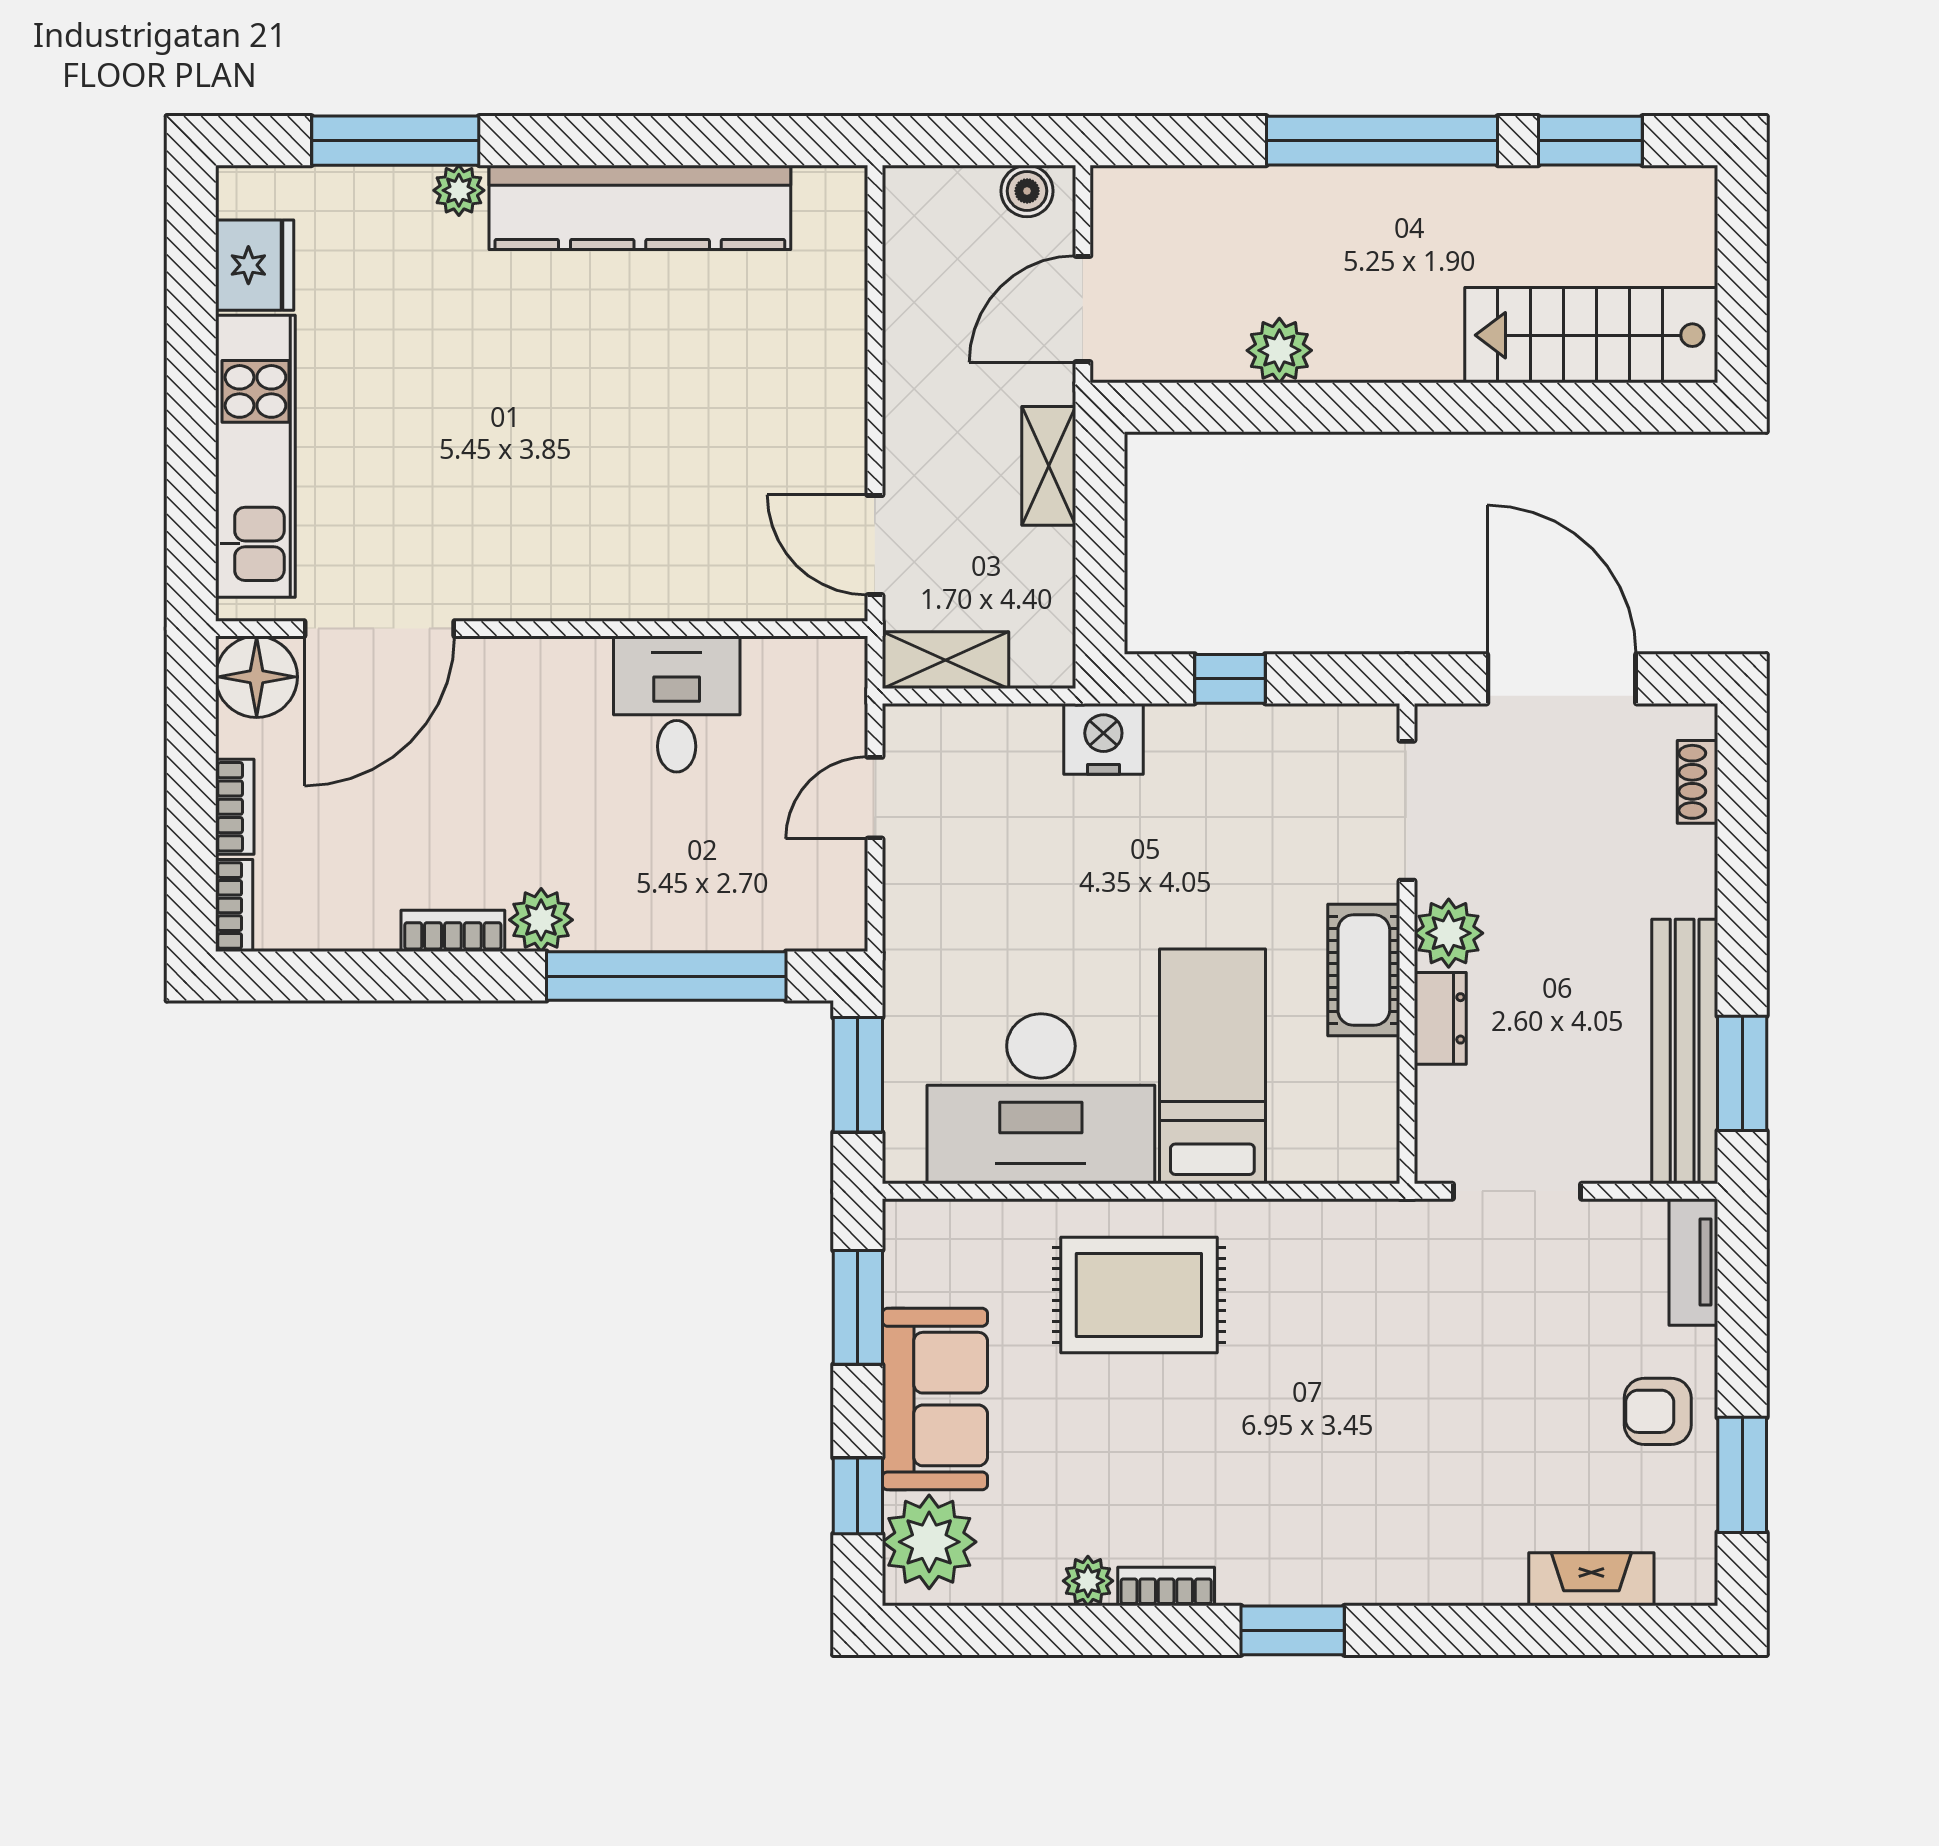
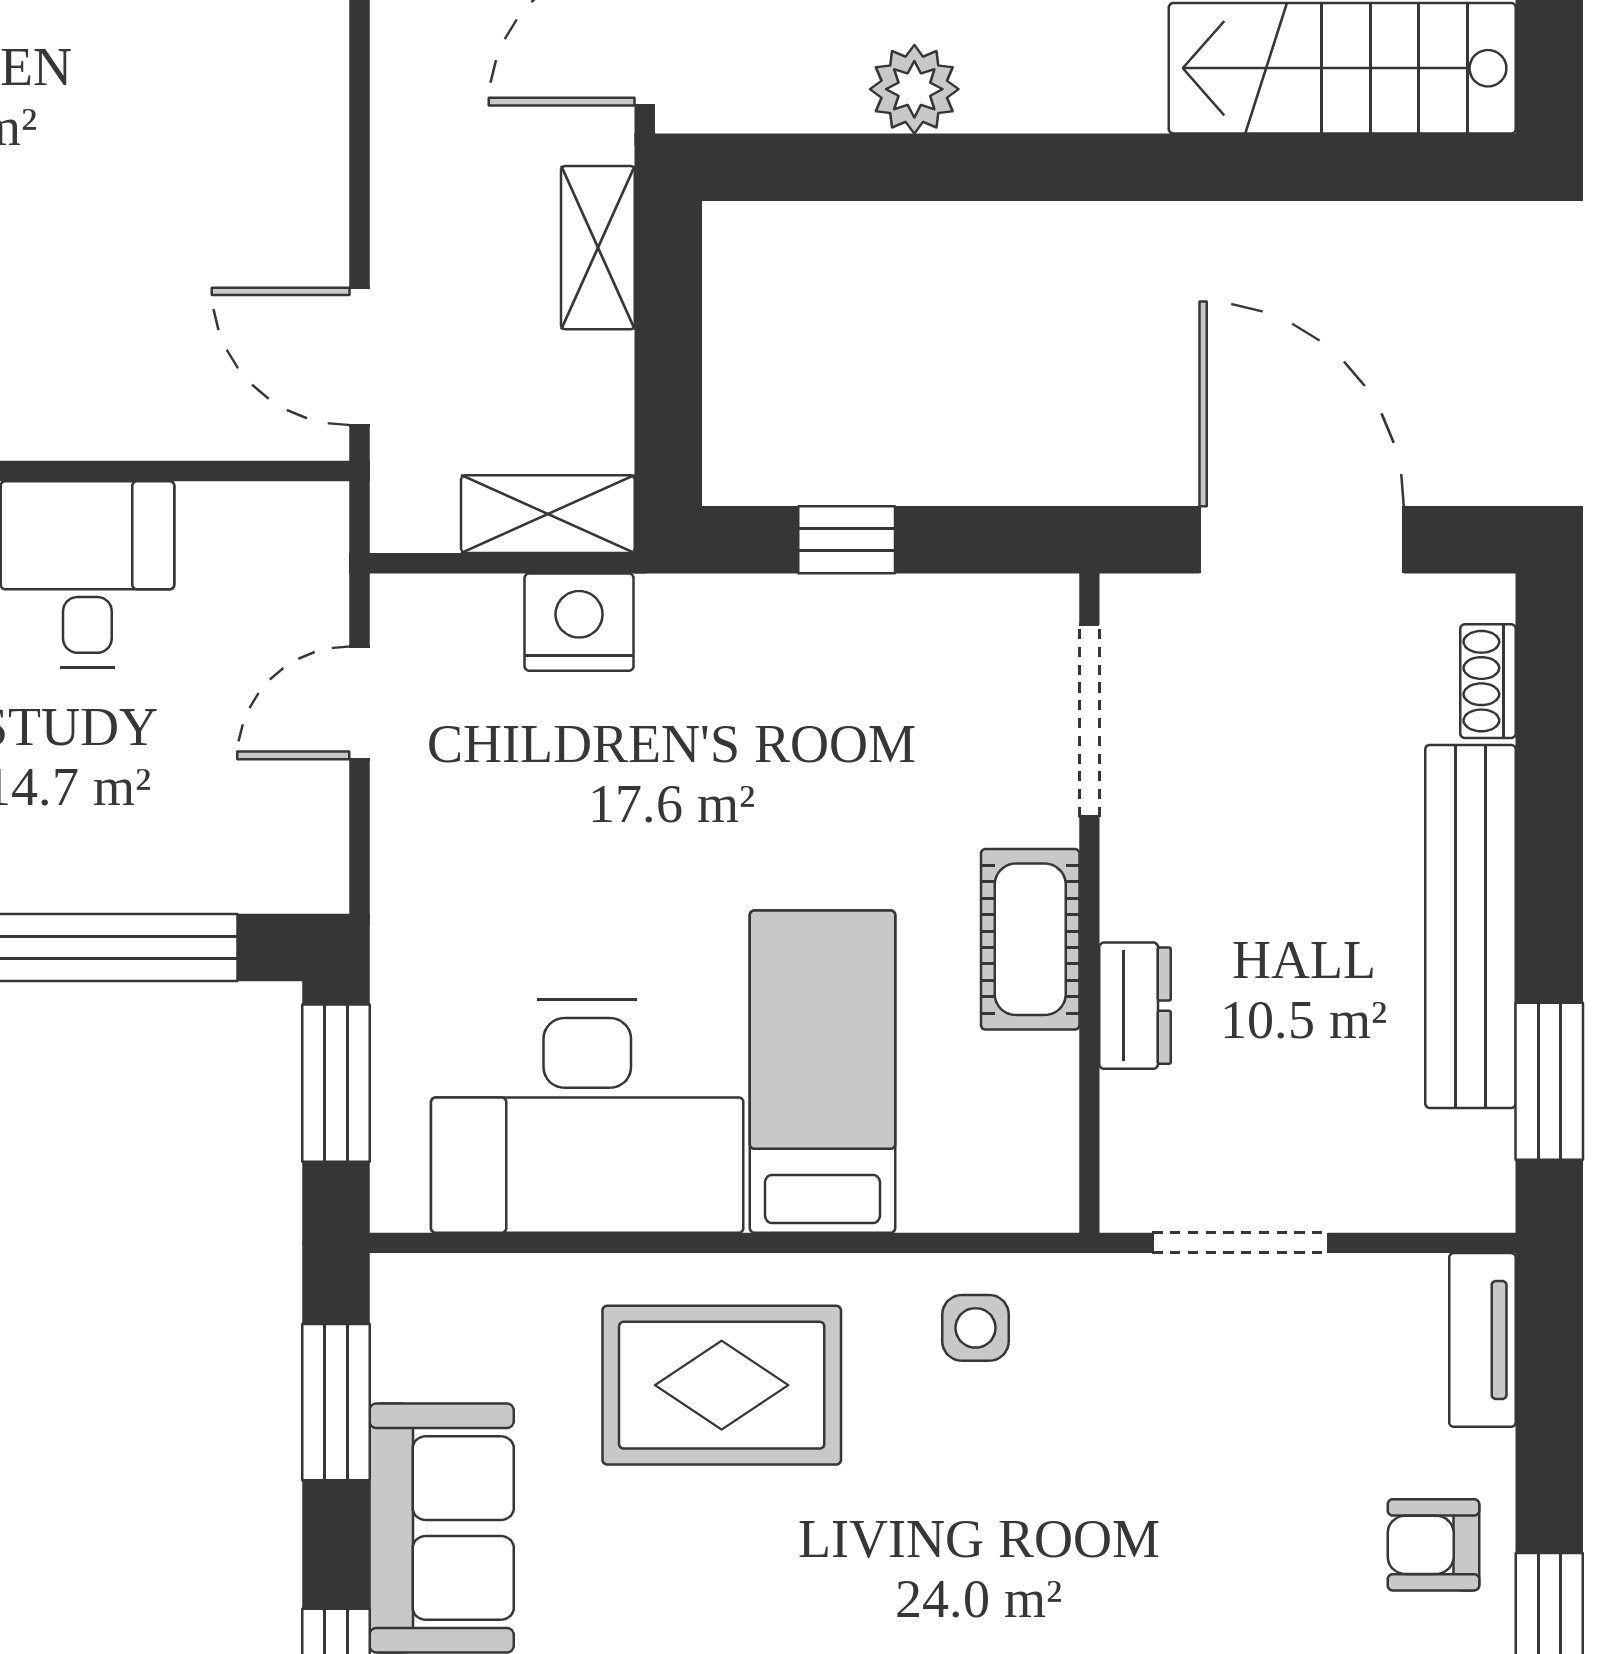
shelving: (945, 660) -> (548, 514), moved
nightstand: (1103, 739) -> (579, 622), moved
plant: (1449, 933) -> (1146, 889), removed
bench: (1685, 1052) -> (1470, 926), moved
side table: (1324, 1253) -> (976, 1328), added

